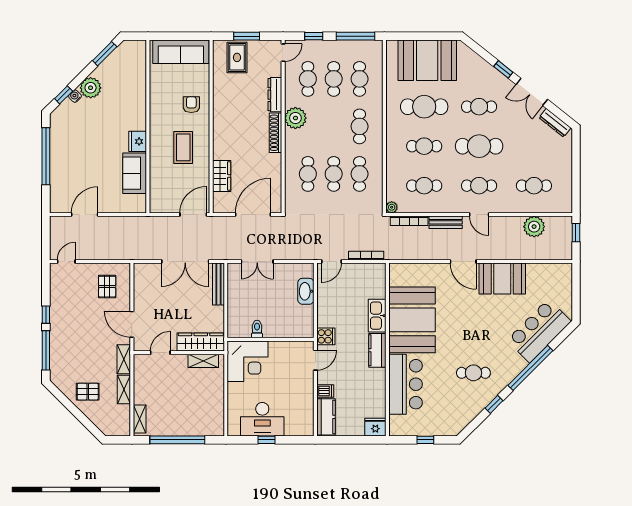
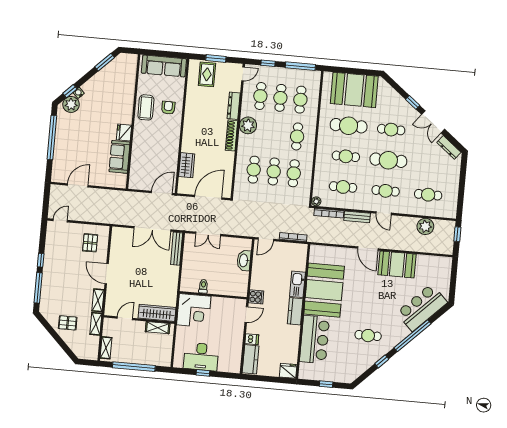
plant: (91, 88) -> (71, 104), moved
coffee table: (183, 147) -> (146, 107), moved
wardrobe: (201, 342) -> (157, 313), moved
door: (160, 353) -> (125, 318), moved
wall: (179, 353) -> (139, 320), moved
shelving: (203, 361) -> (158, 328), moved

